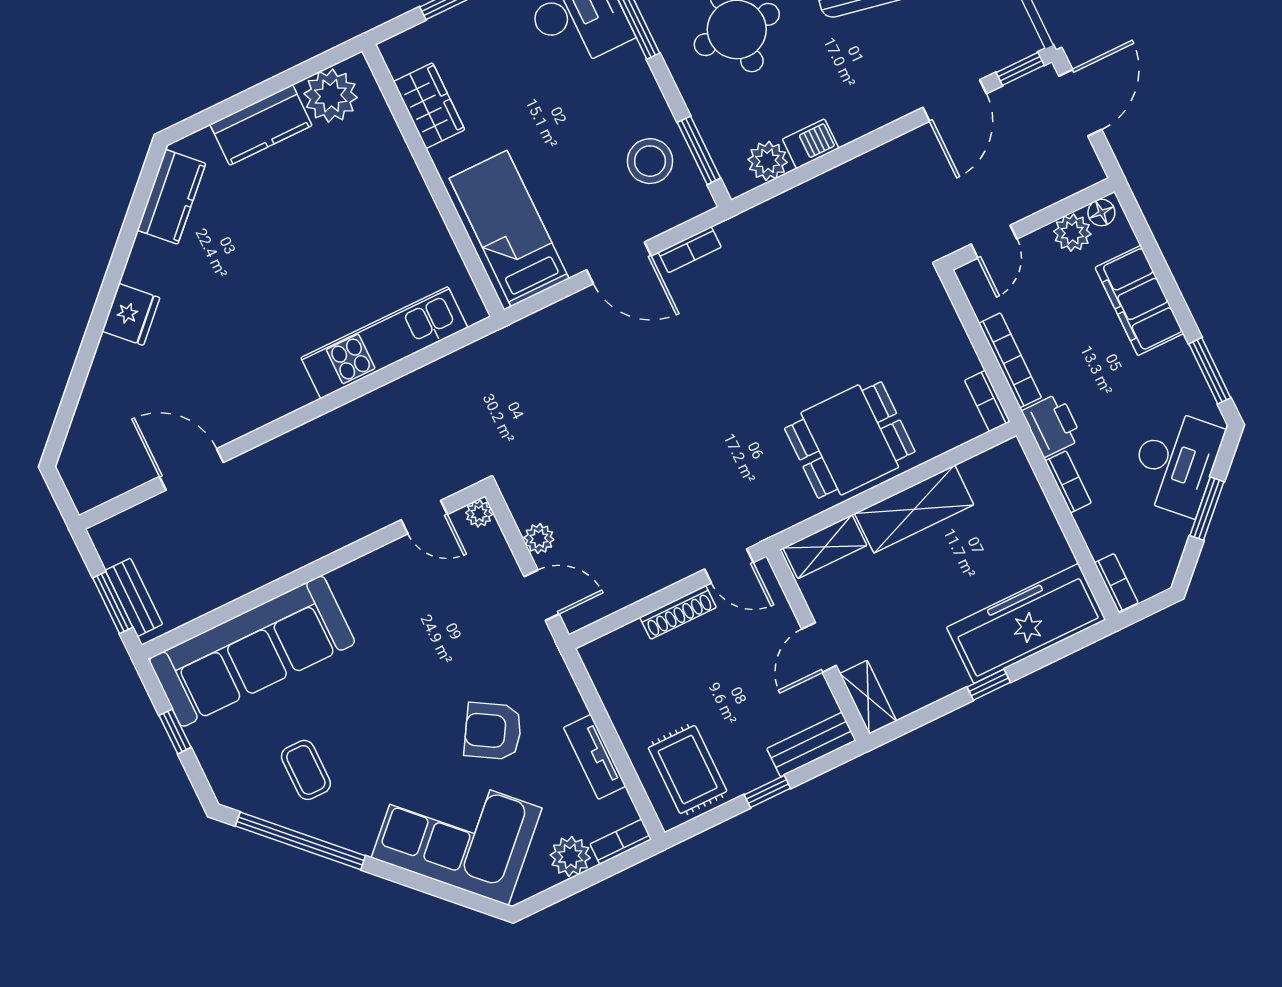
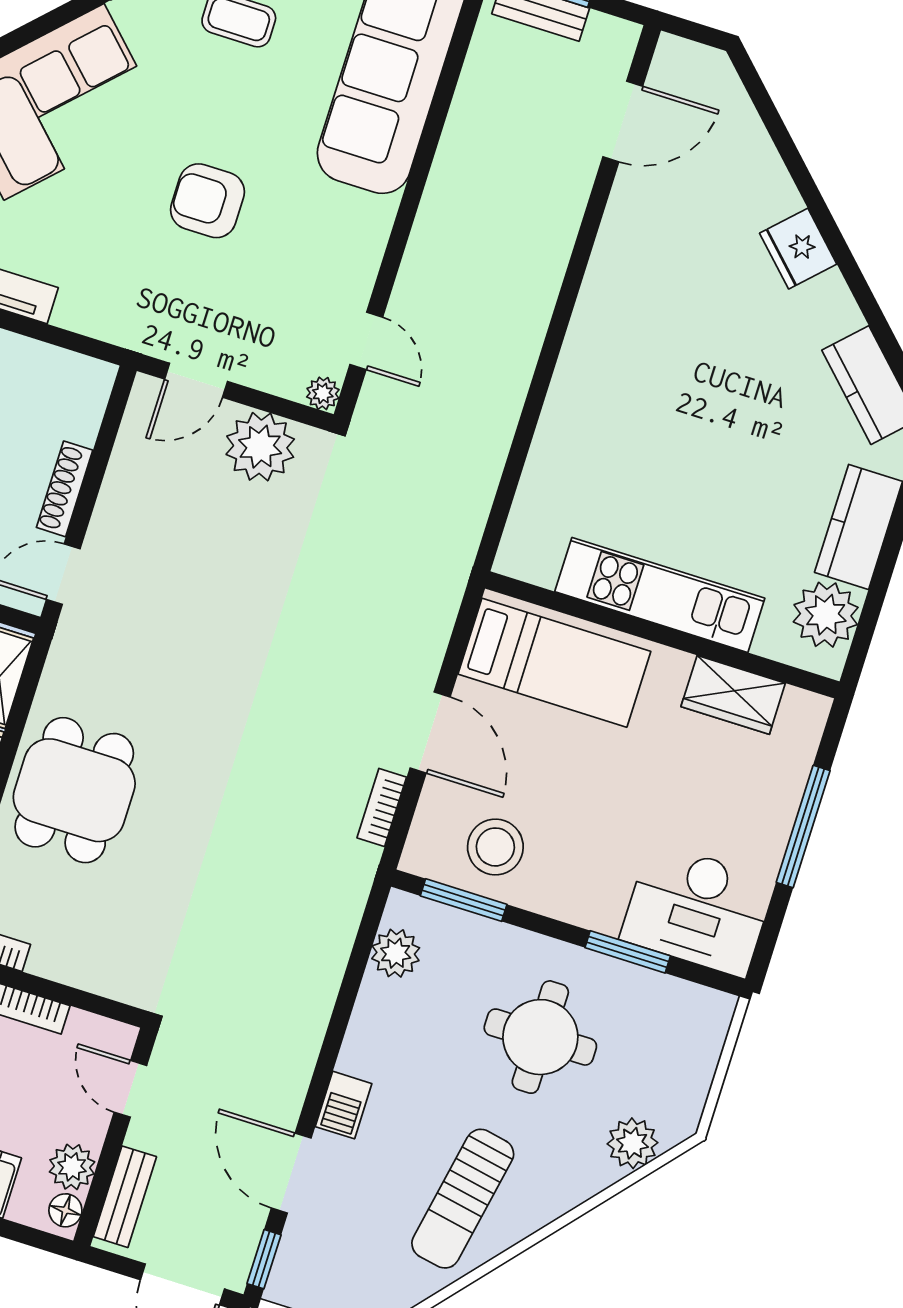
barbecue: (811, 144) -> (344, 1105), moved
bench: (1061, 185) -> (125, 1197), added
door: (619, 263) -> (430, 732), swing flipped
kitchen unit: (384, 343) -> (660, 595), moved, turned -90
door: (191, 469) -> (623, 122), moved
door: (424, 517) -> (366, 341), swing flipped
plant: (539, 539) -> (260, 447), width x1.88, depth x1.88
armchair: (493, 731) -> (207, 201), moved, turned -121

